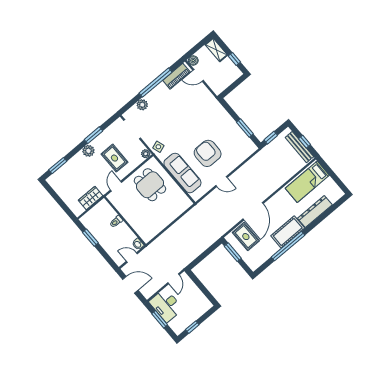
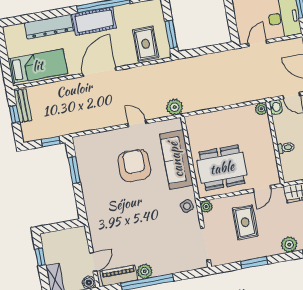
door: (198, 75) -> (93, 262), hinge flipped
plant: (142, 105) -> (145, 271), moved
bench: (299, 147) -> (23, 106), width x0.73
plant: (88, 151) -> (289, 245), moved
armchair: (208, 153) -> (134, 166), turned 180
dining table: (150, 185) -> (222, 168), width x1.37
plant: (203, 206) -> (175, 107), added
door: (253, 211) -> (99, 72), moved
plant: (147, 238) -> (261, 109), added

